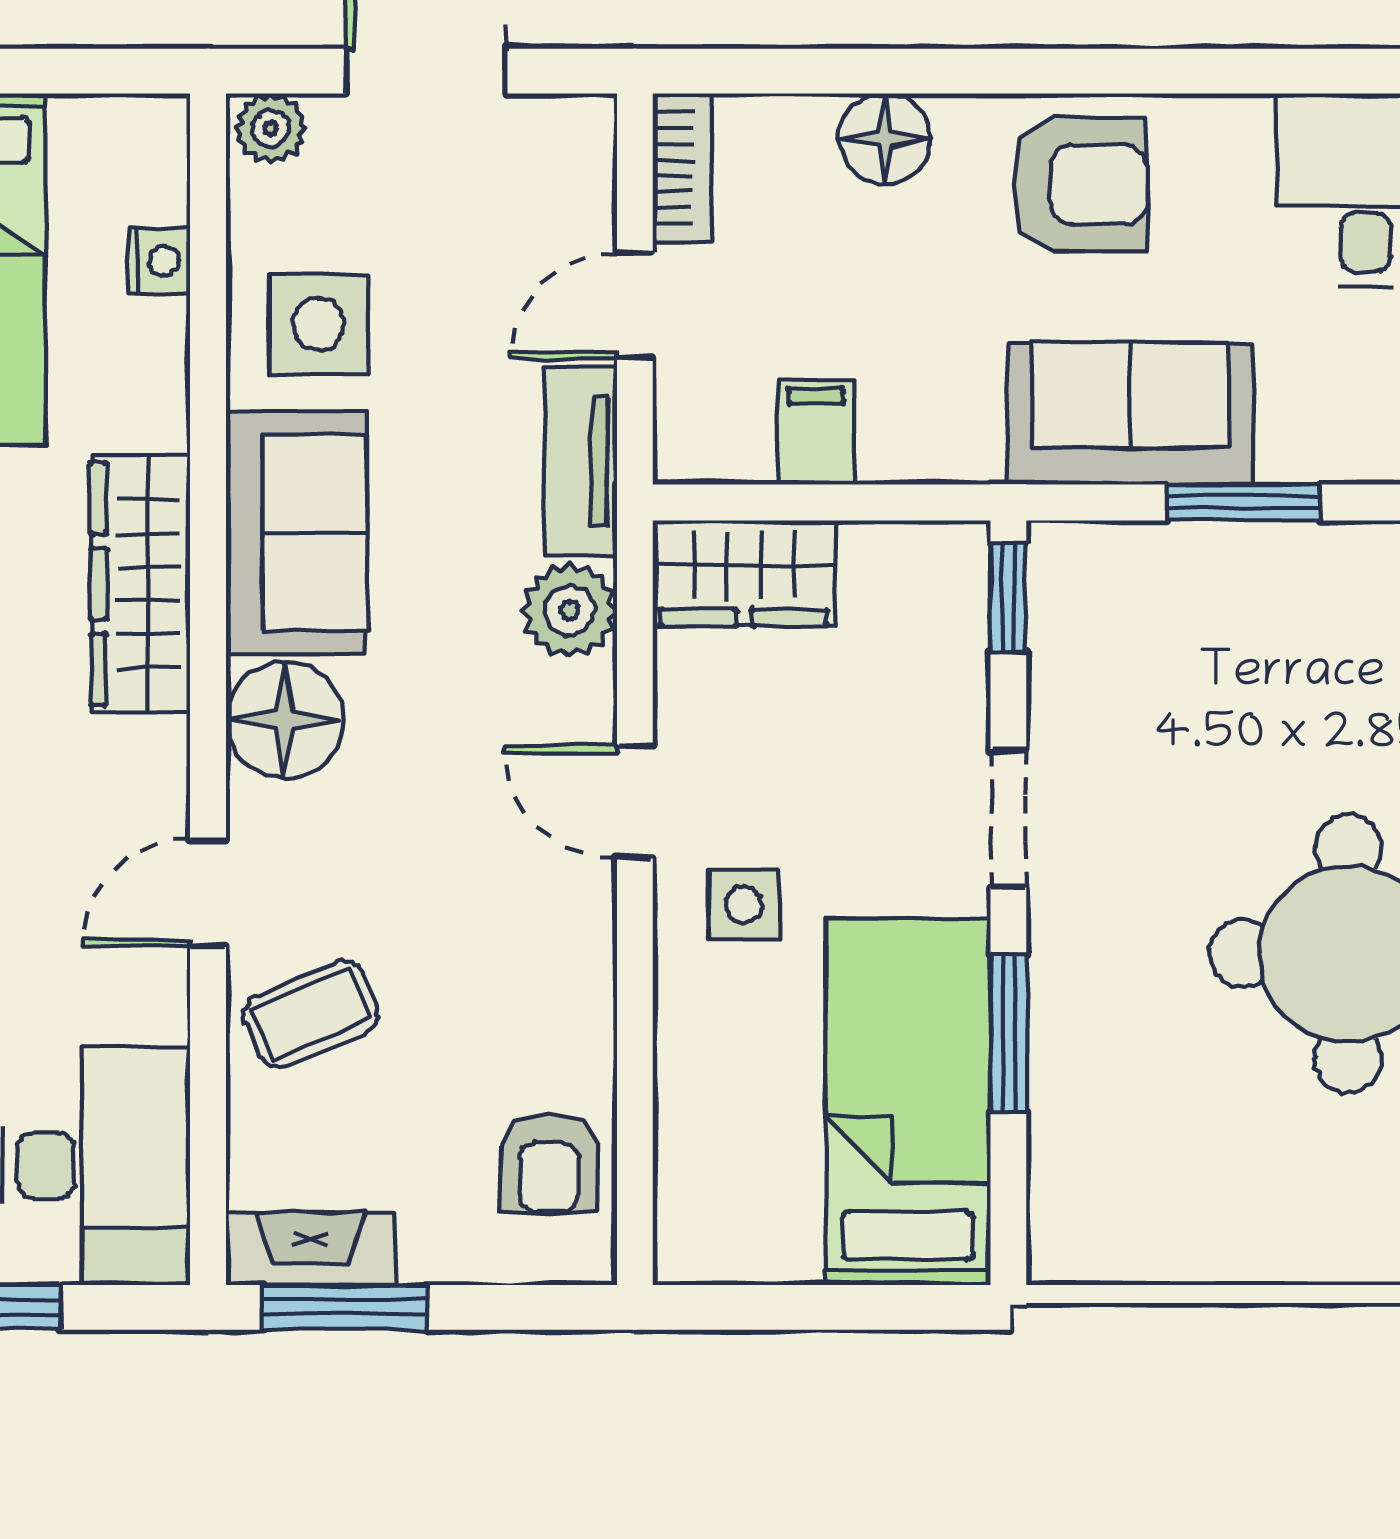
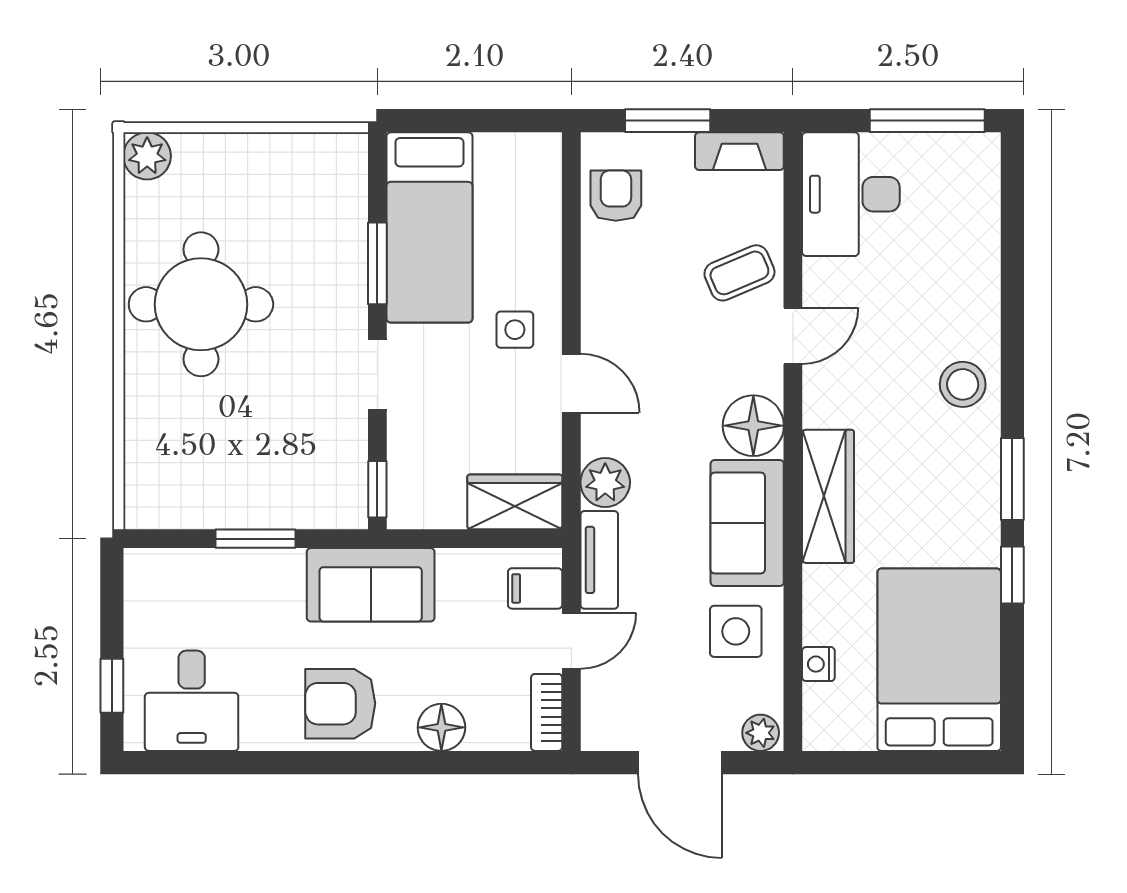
sofa: (1130, 414) -> (371, 585), moved
filing cabinet: (816, 433) -> (535, 588), moved, turned 90
window: (345, 1307) -> (668, 121), moved

